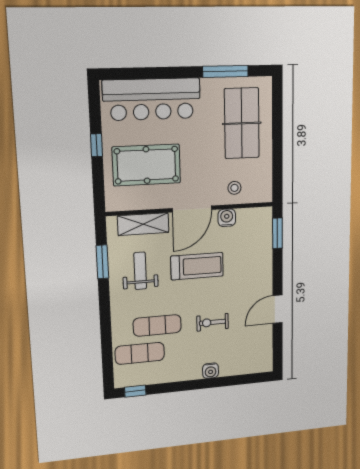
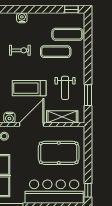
window: (96, 145) -> (88, 190), moved

